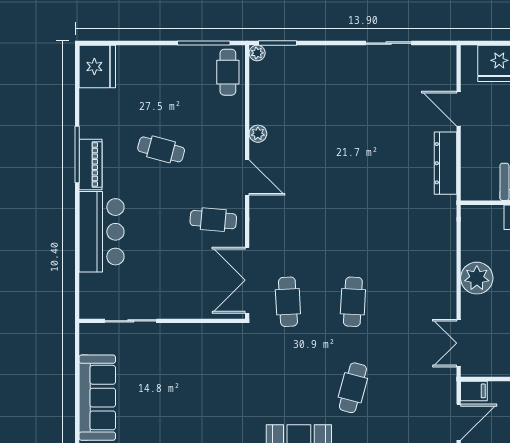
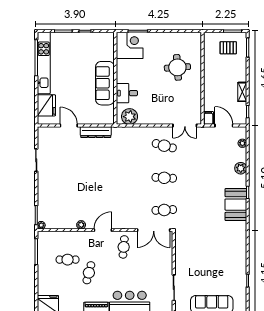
cafe table: (228, 72) -> (68, 260), moved
door: (459, 109) -> (69, 125), swing flipped
plant: (477, 278) -> (130, 117), moved
cafe table: (353, 388) -> (164, 146), moved

